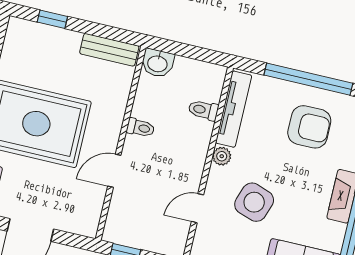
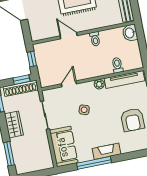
side table: (254, 202) -> (84, 110), width x0.54, depth x0.54
door: (197, 208) -> (69, 84), hinge flipped

